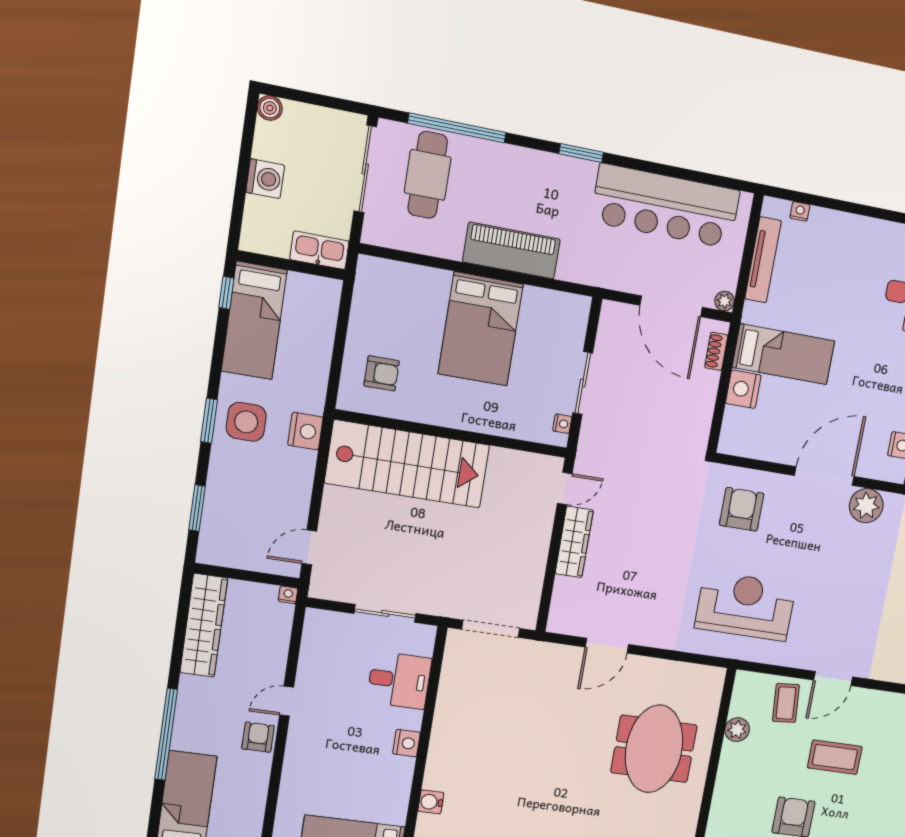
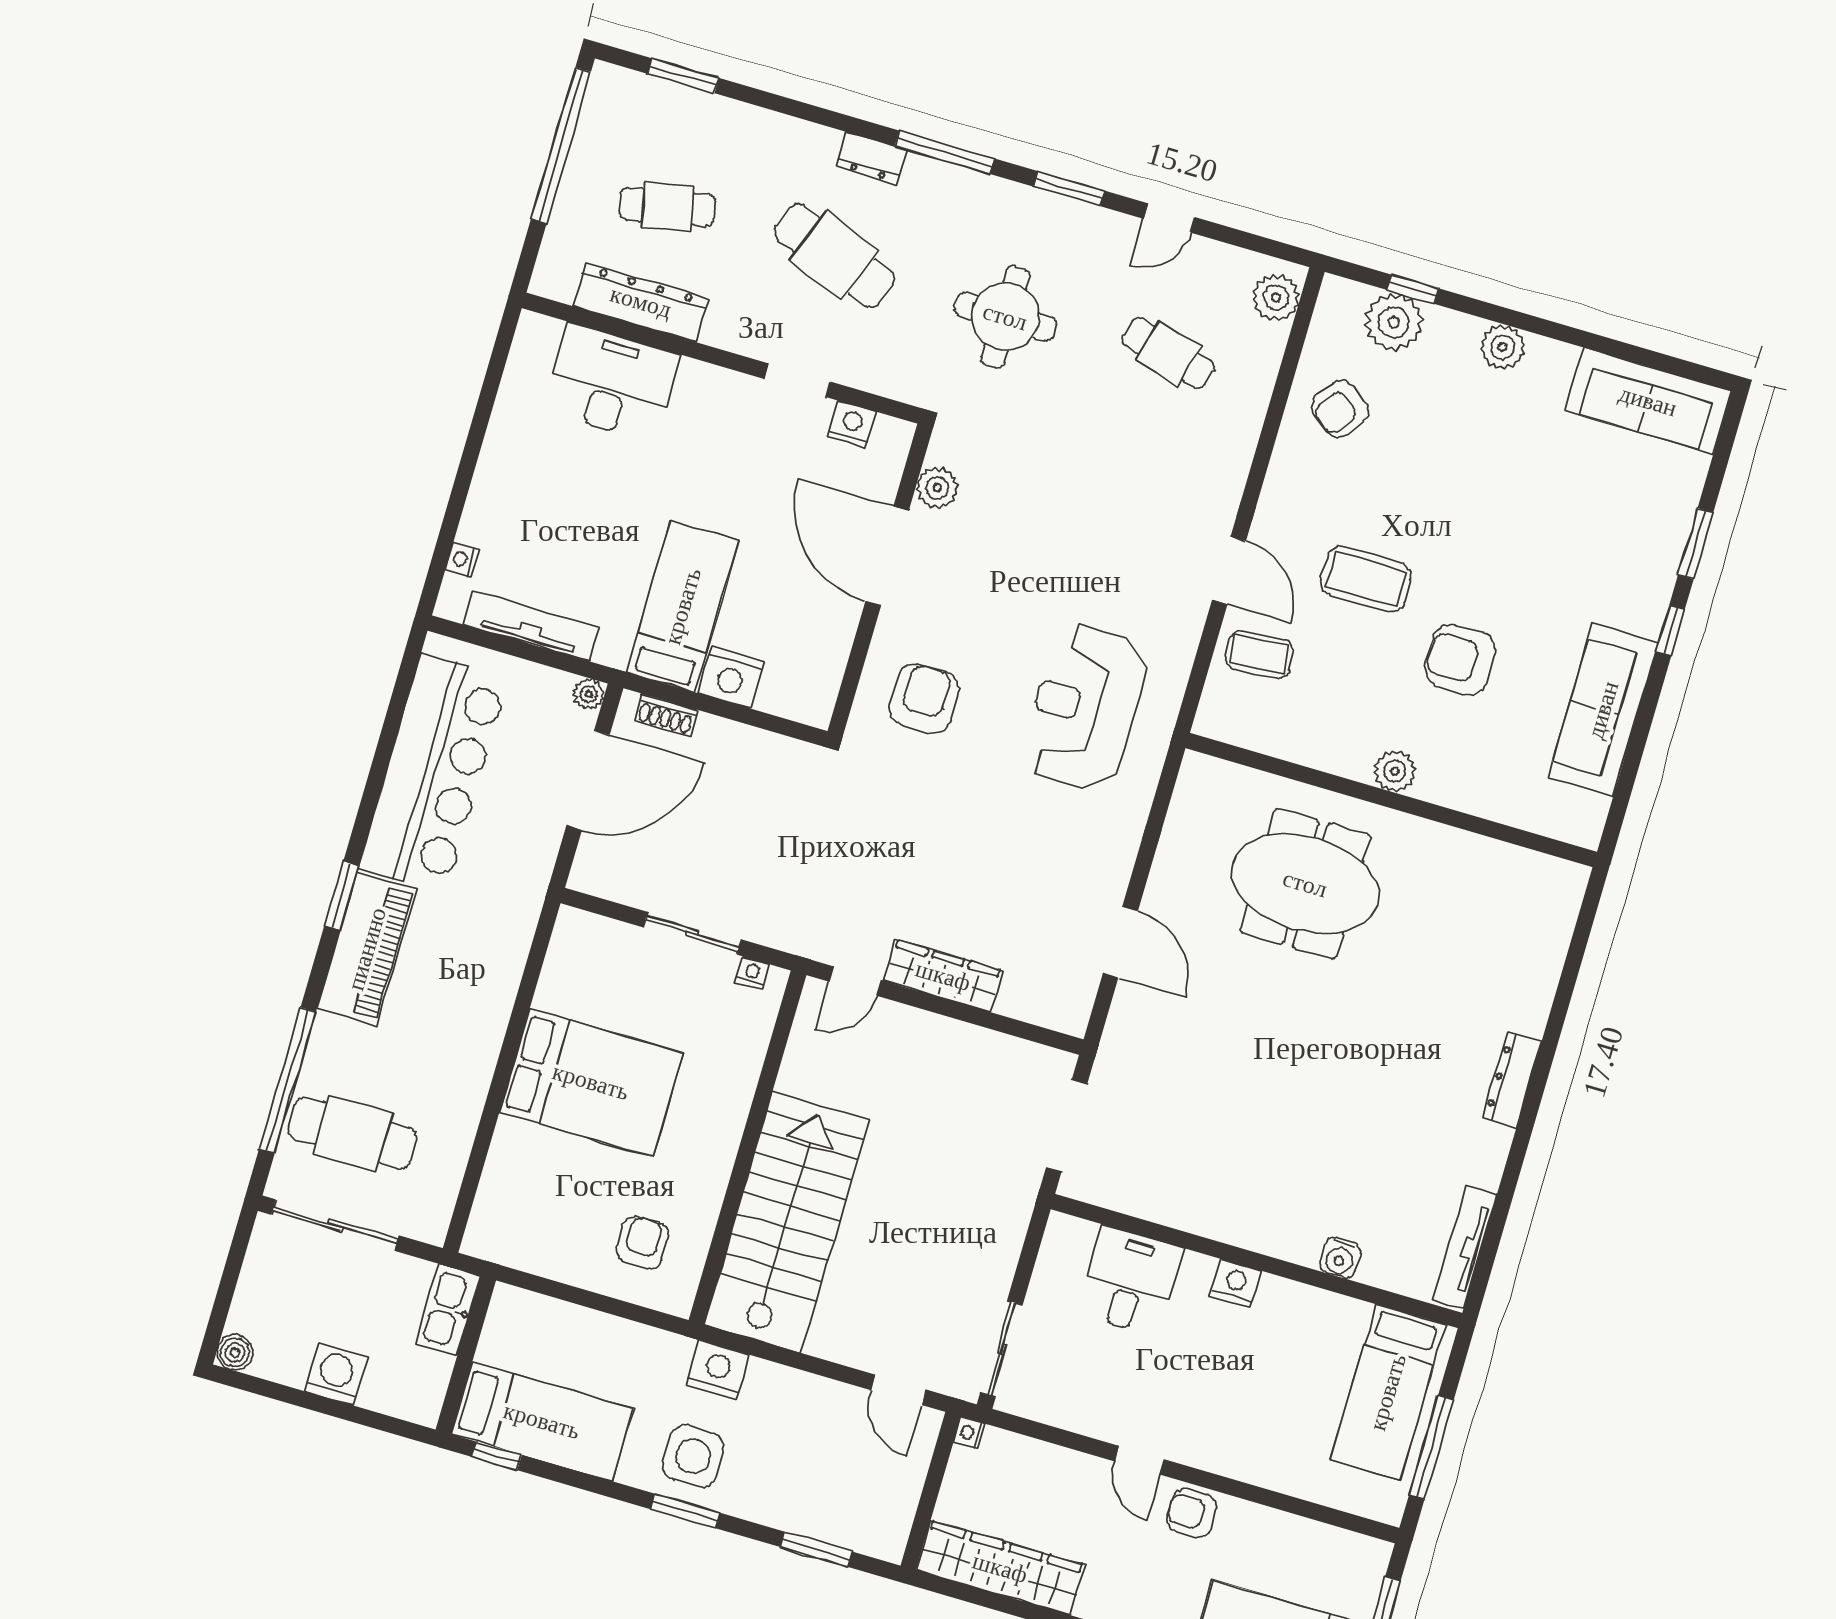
piano: (511, 251) -> (367, 949), moved, turned 180
door: (565, 488) -> (855, 981), swing flipped
plant: (866, 506) -> (937, 488), width x0.73, depth x0.73
armchair: (742, 509) -> (924, 698), turned 90
sliding door: (385, 613) -> (1001, 1349), moved
plant: (737, 730) -> (1395, 771), moved
coffee table: (835, 757) -> (1366, 579), turned 90

